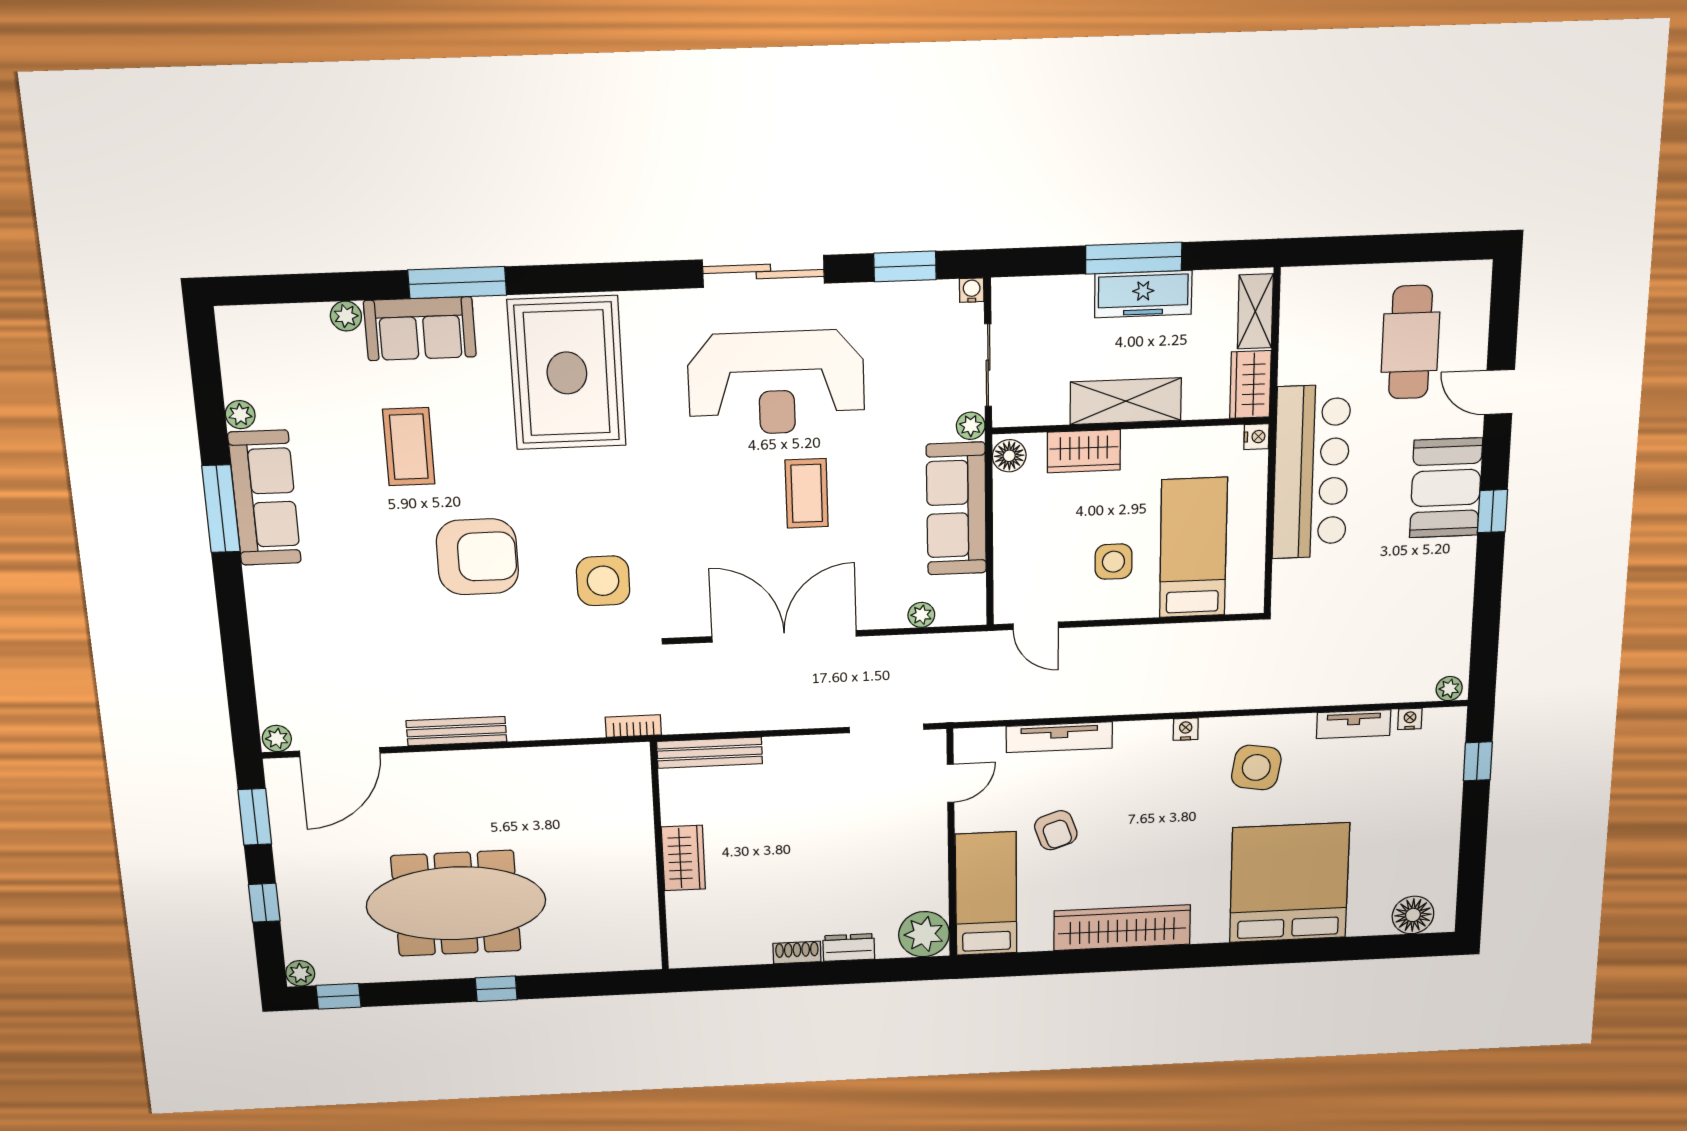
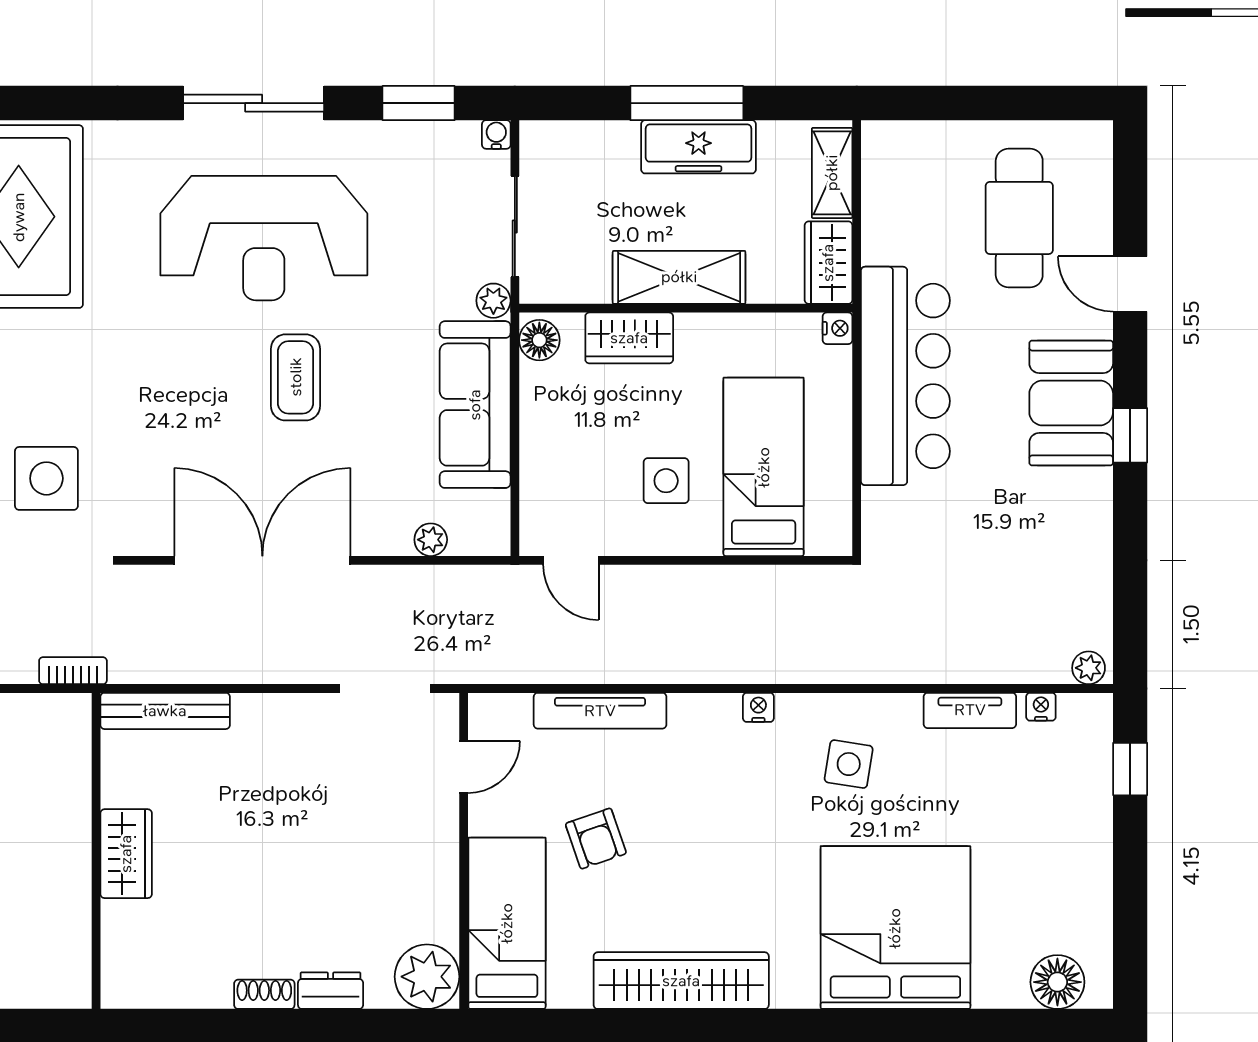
side table: (1256, 767) -> (849, 764), width x0.73, depth x0.73

